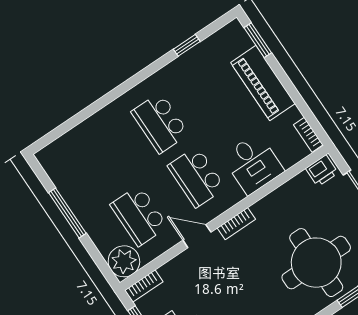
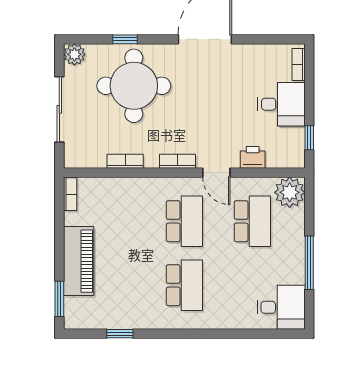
desk: (253, 164) -> (281, 307), moved, turned 90
printer: (322, 171) -> (253, 157), moved
bookcase: (144, 286) -> (125, 161), moved

